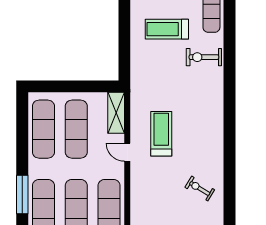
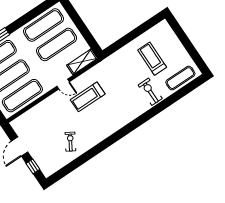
treadmill: (161, 134) -> (88, 97), turned 180
door: (127, 152) -> (63, 84), swing flipped

